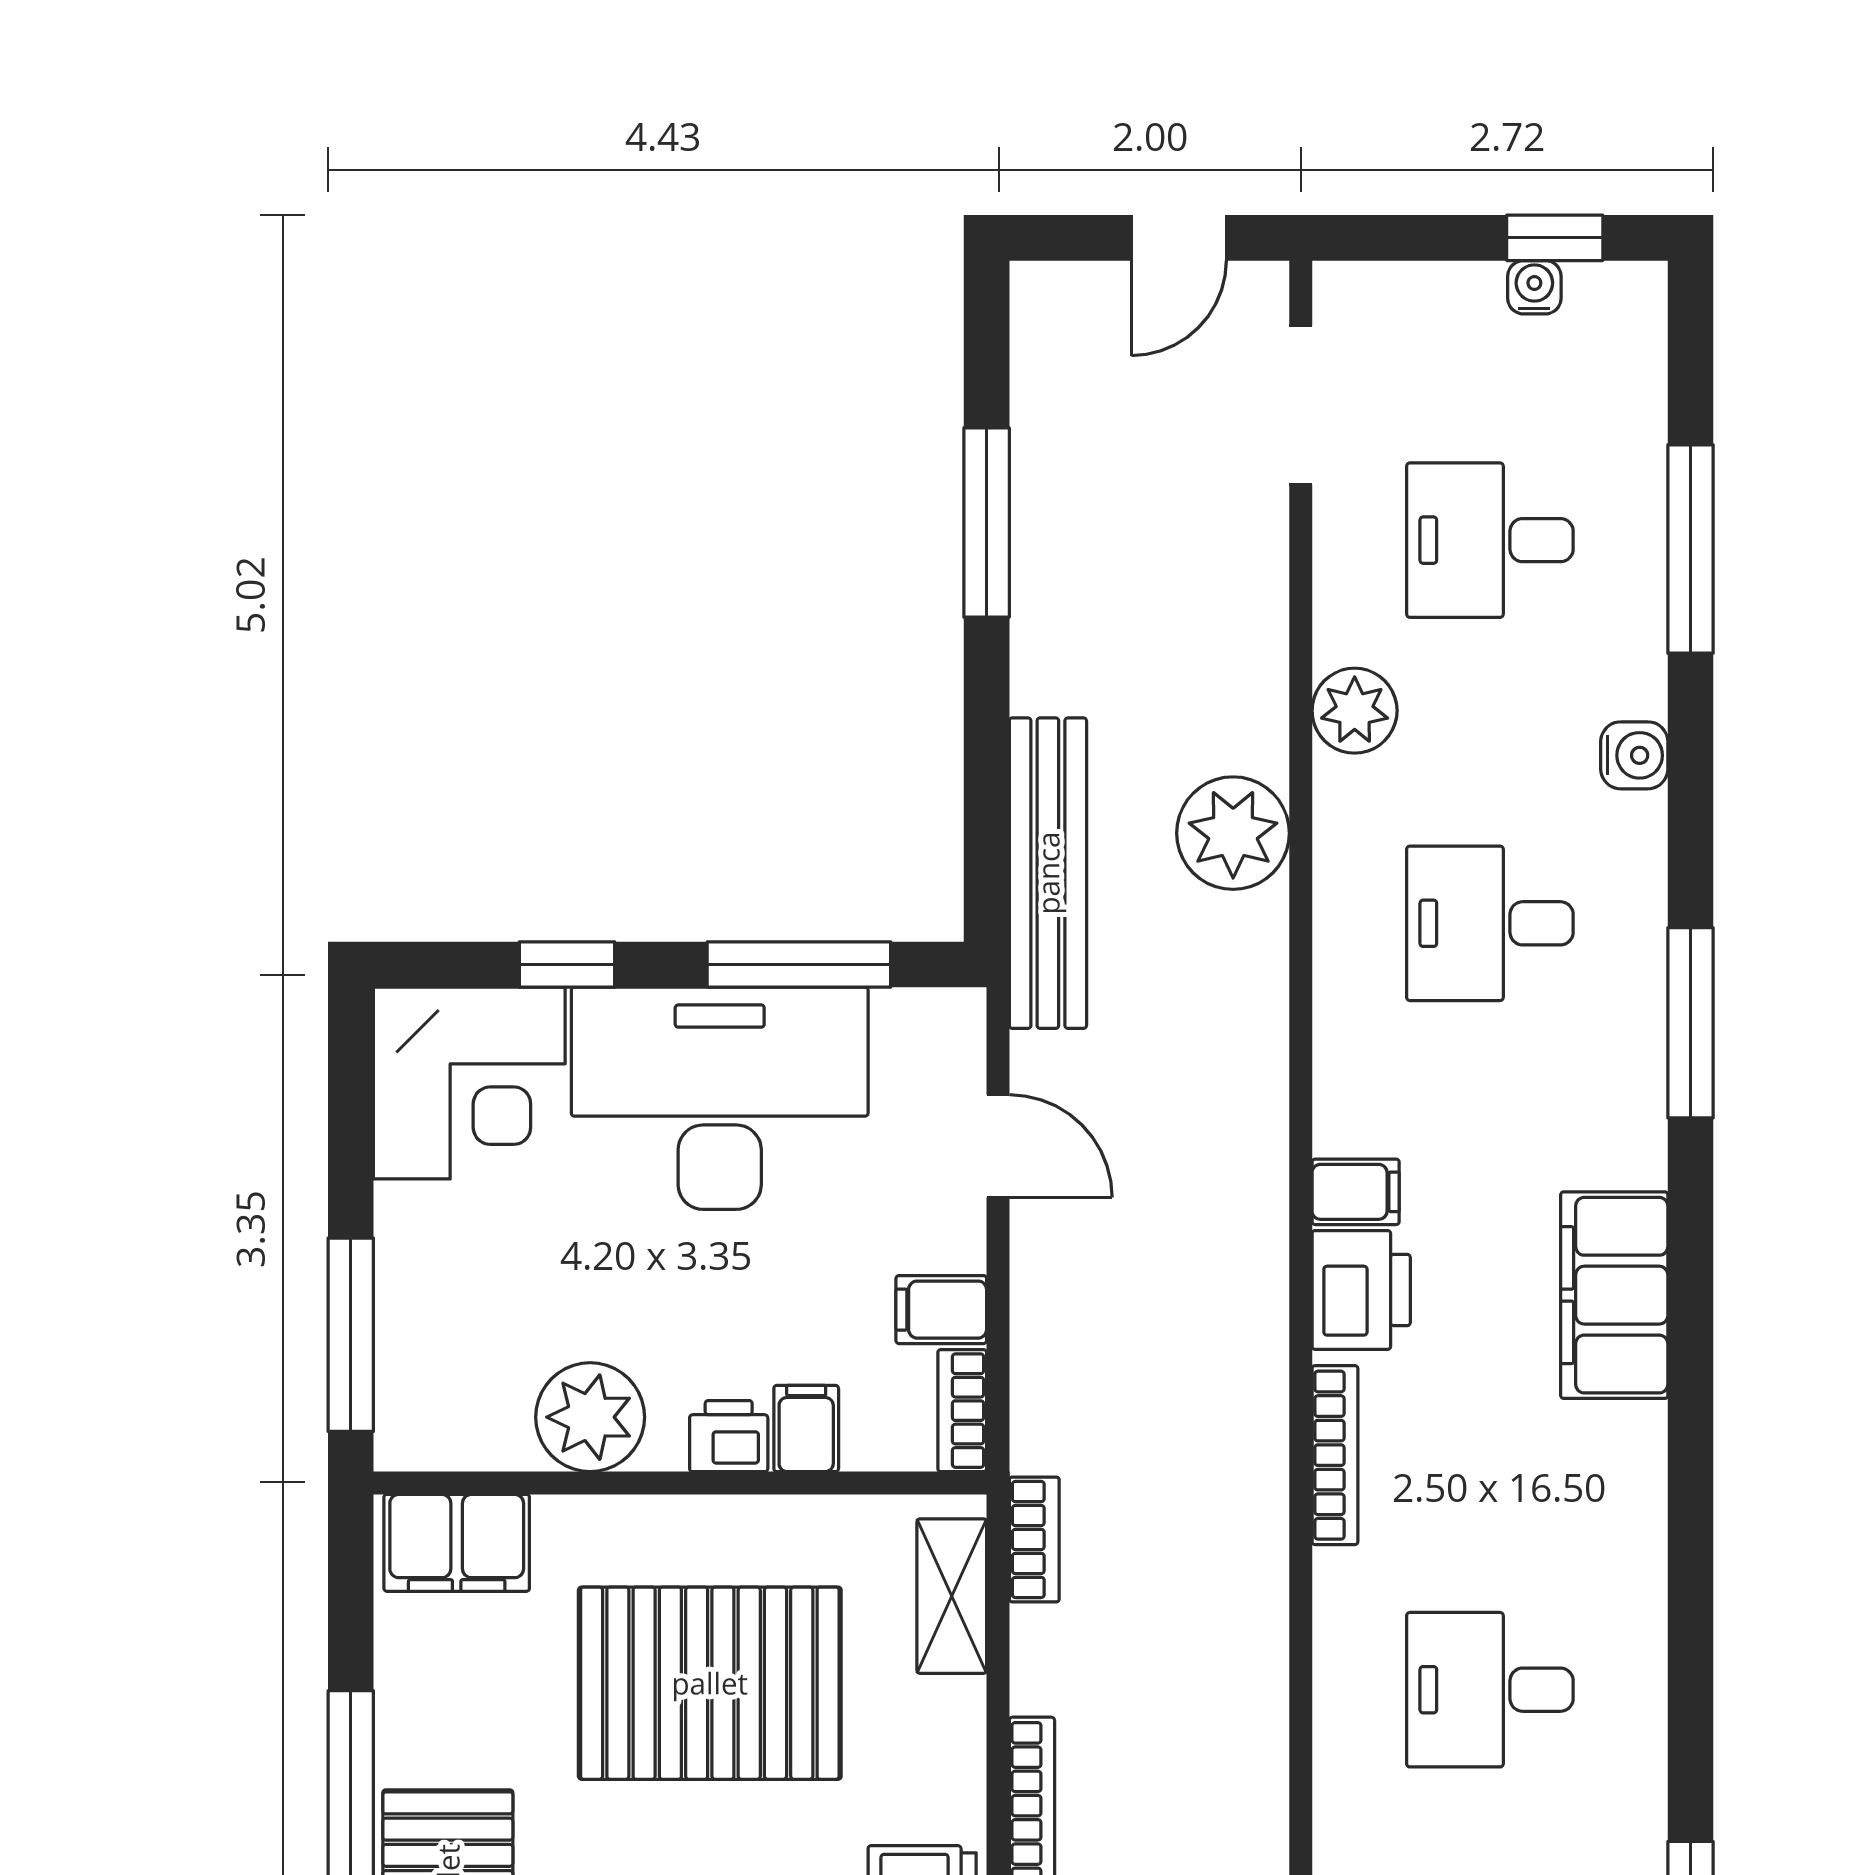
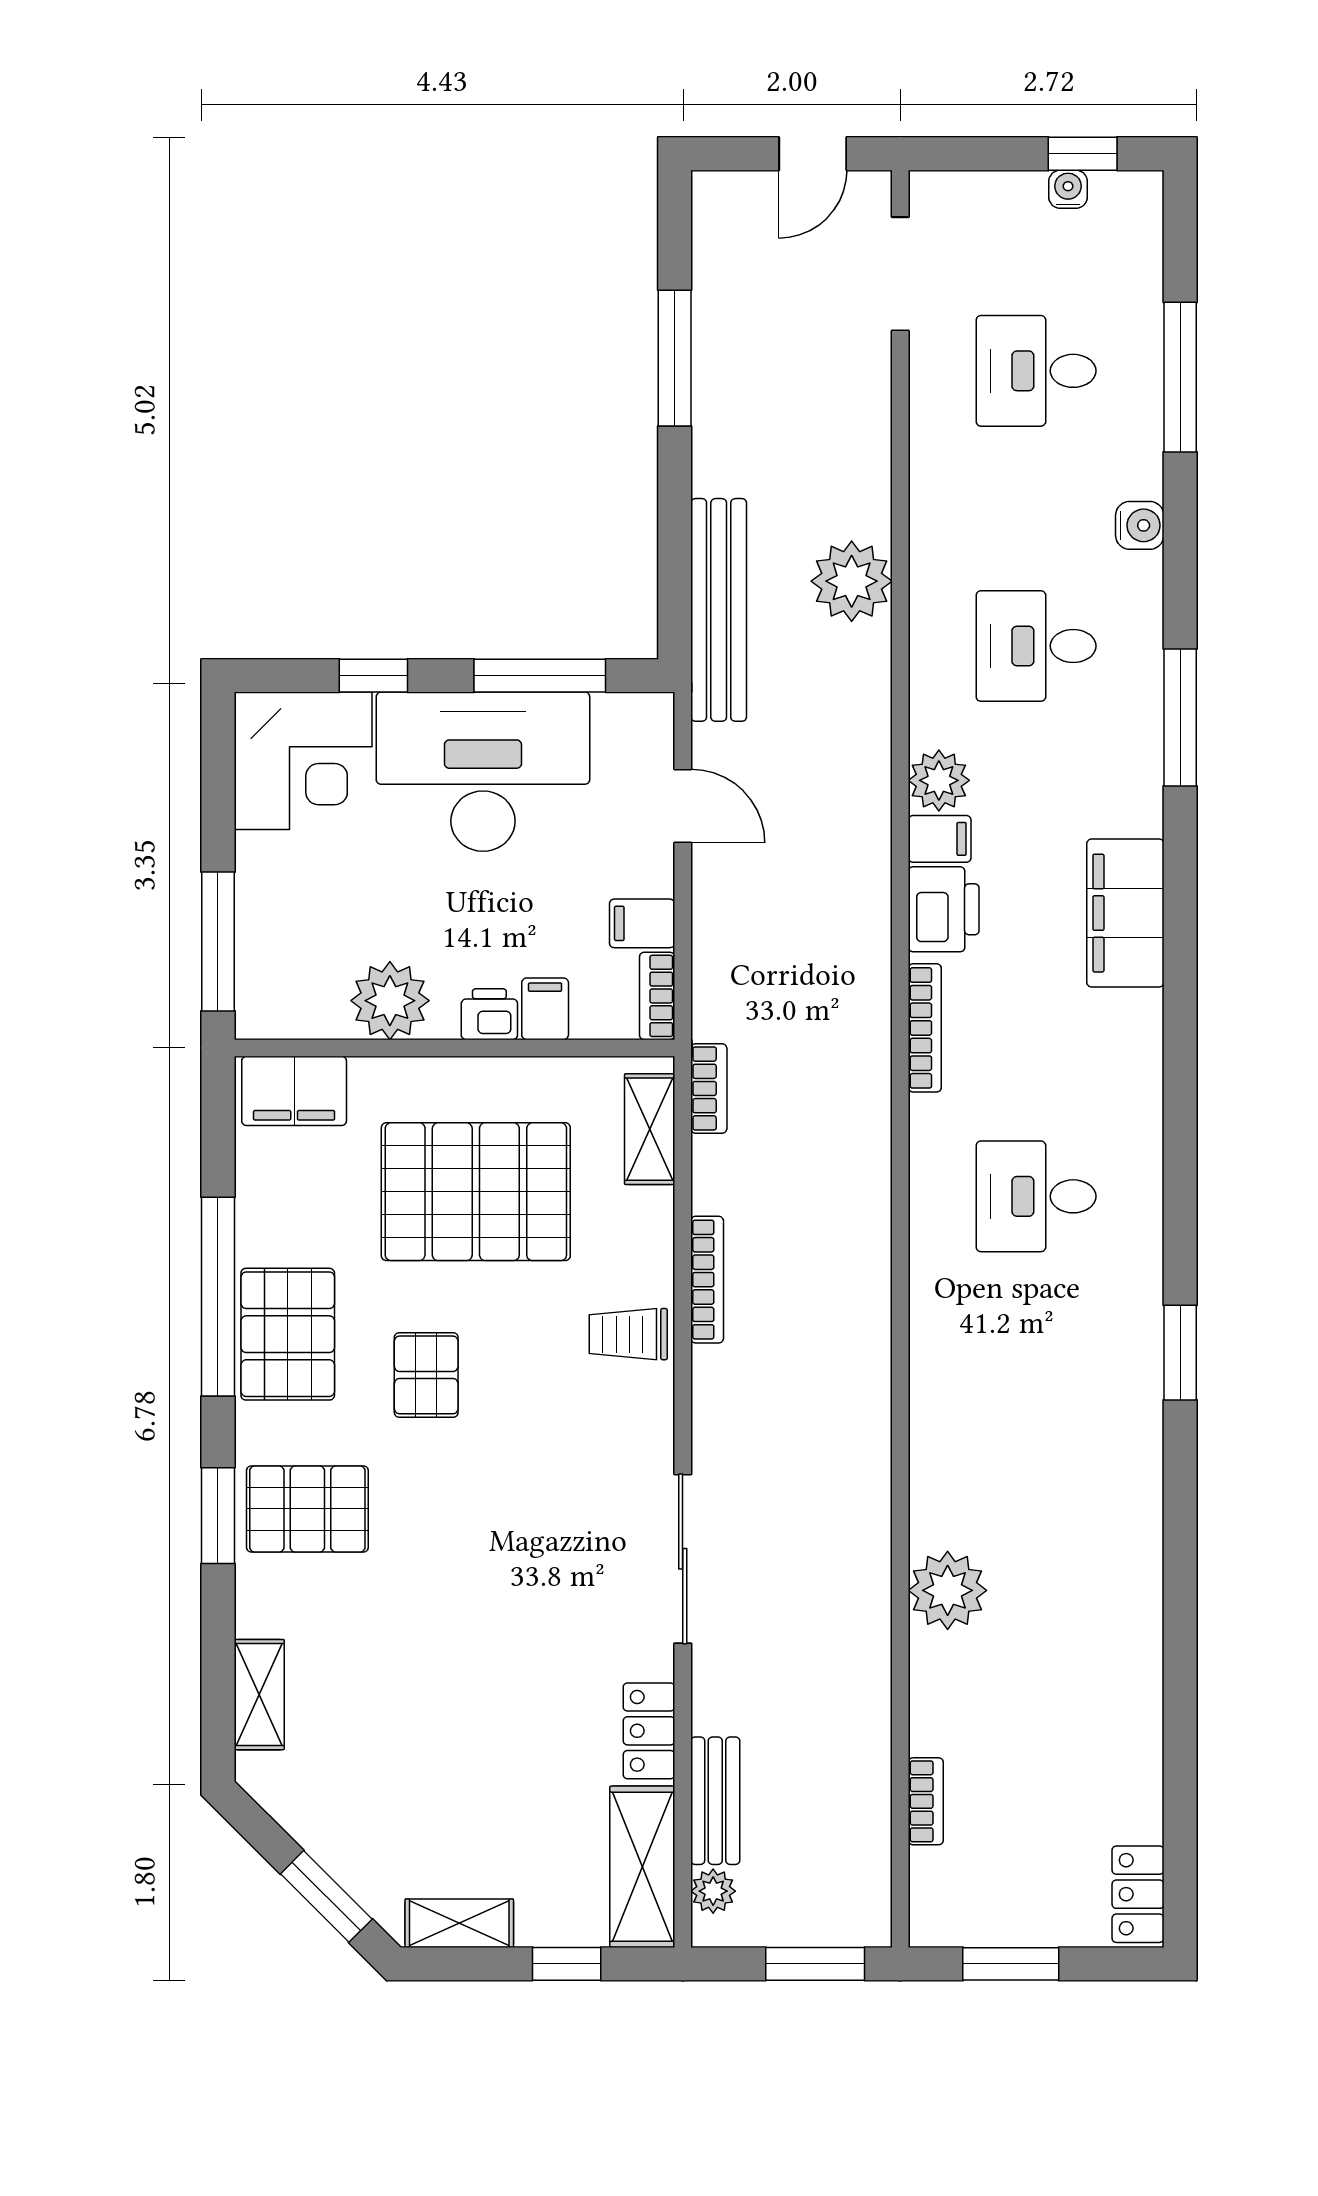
plant: (1355, 711) -> (939, 780), moved

